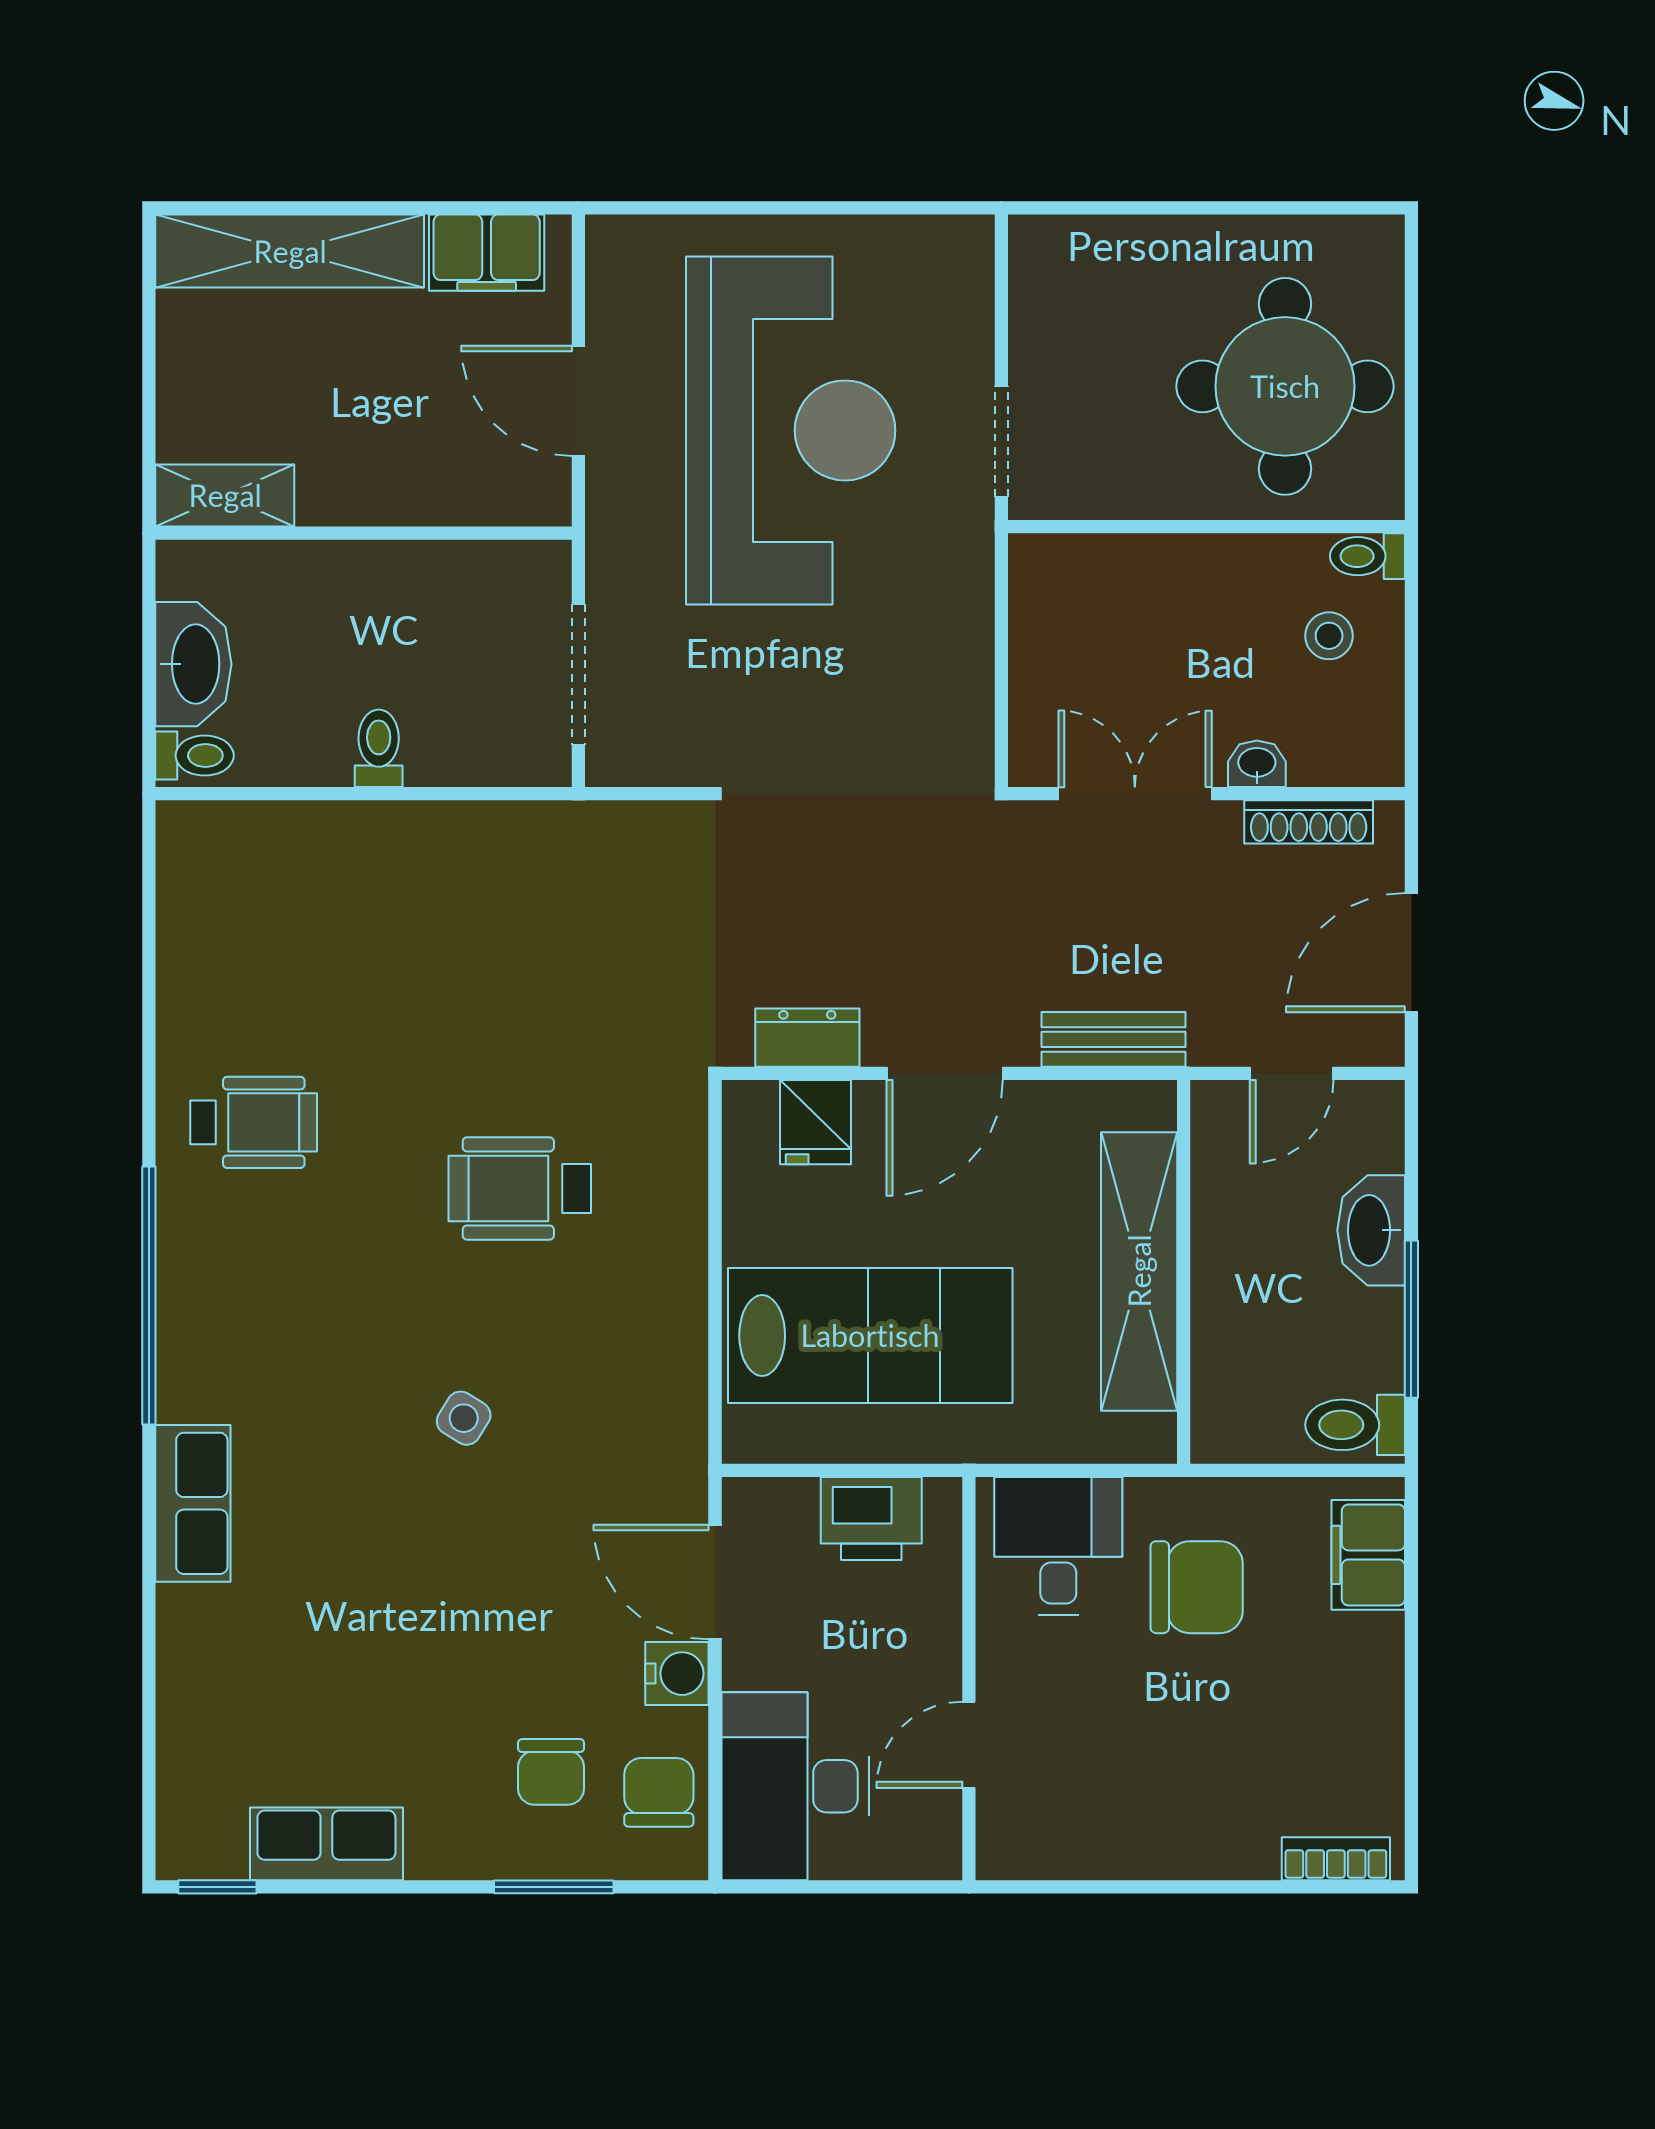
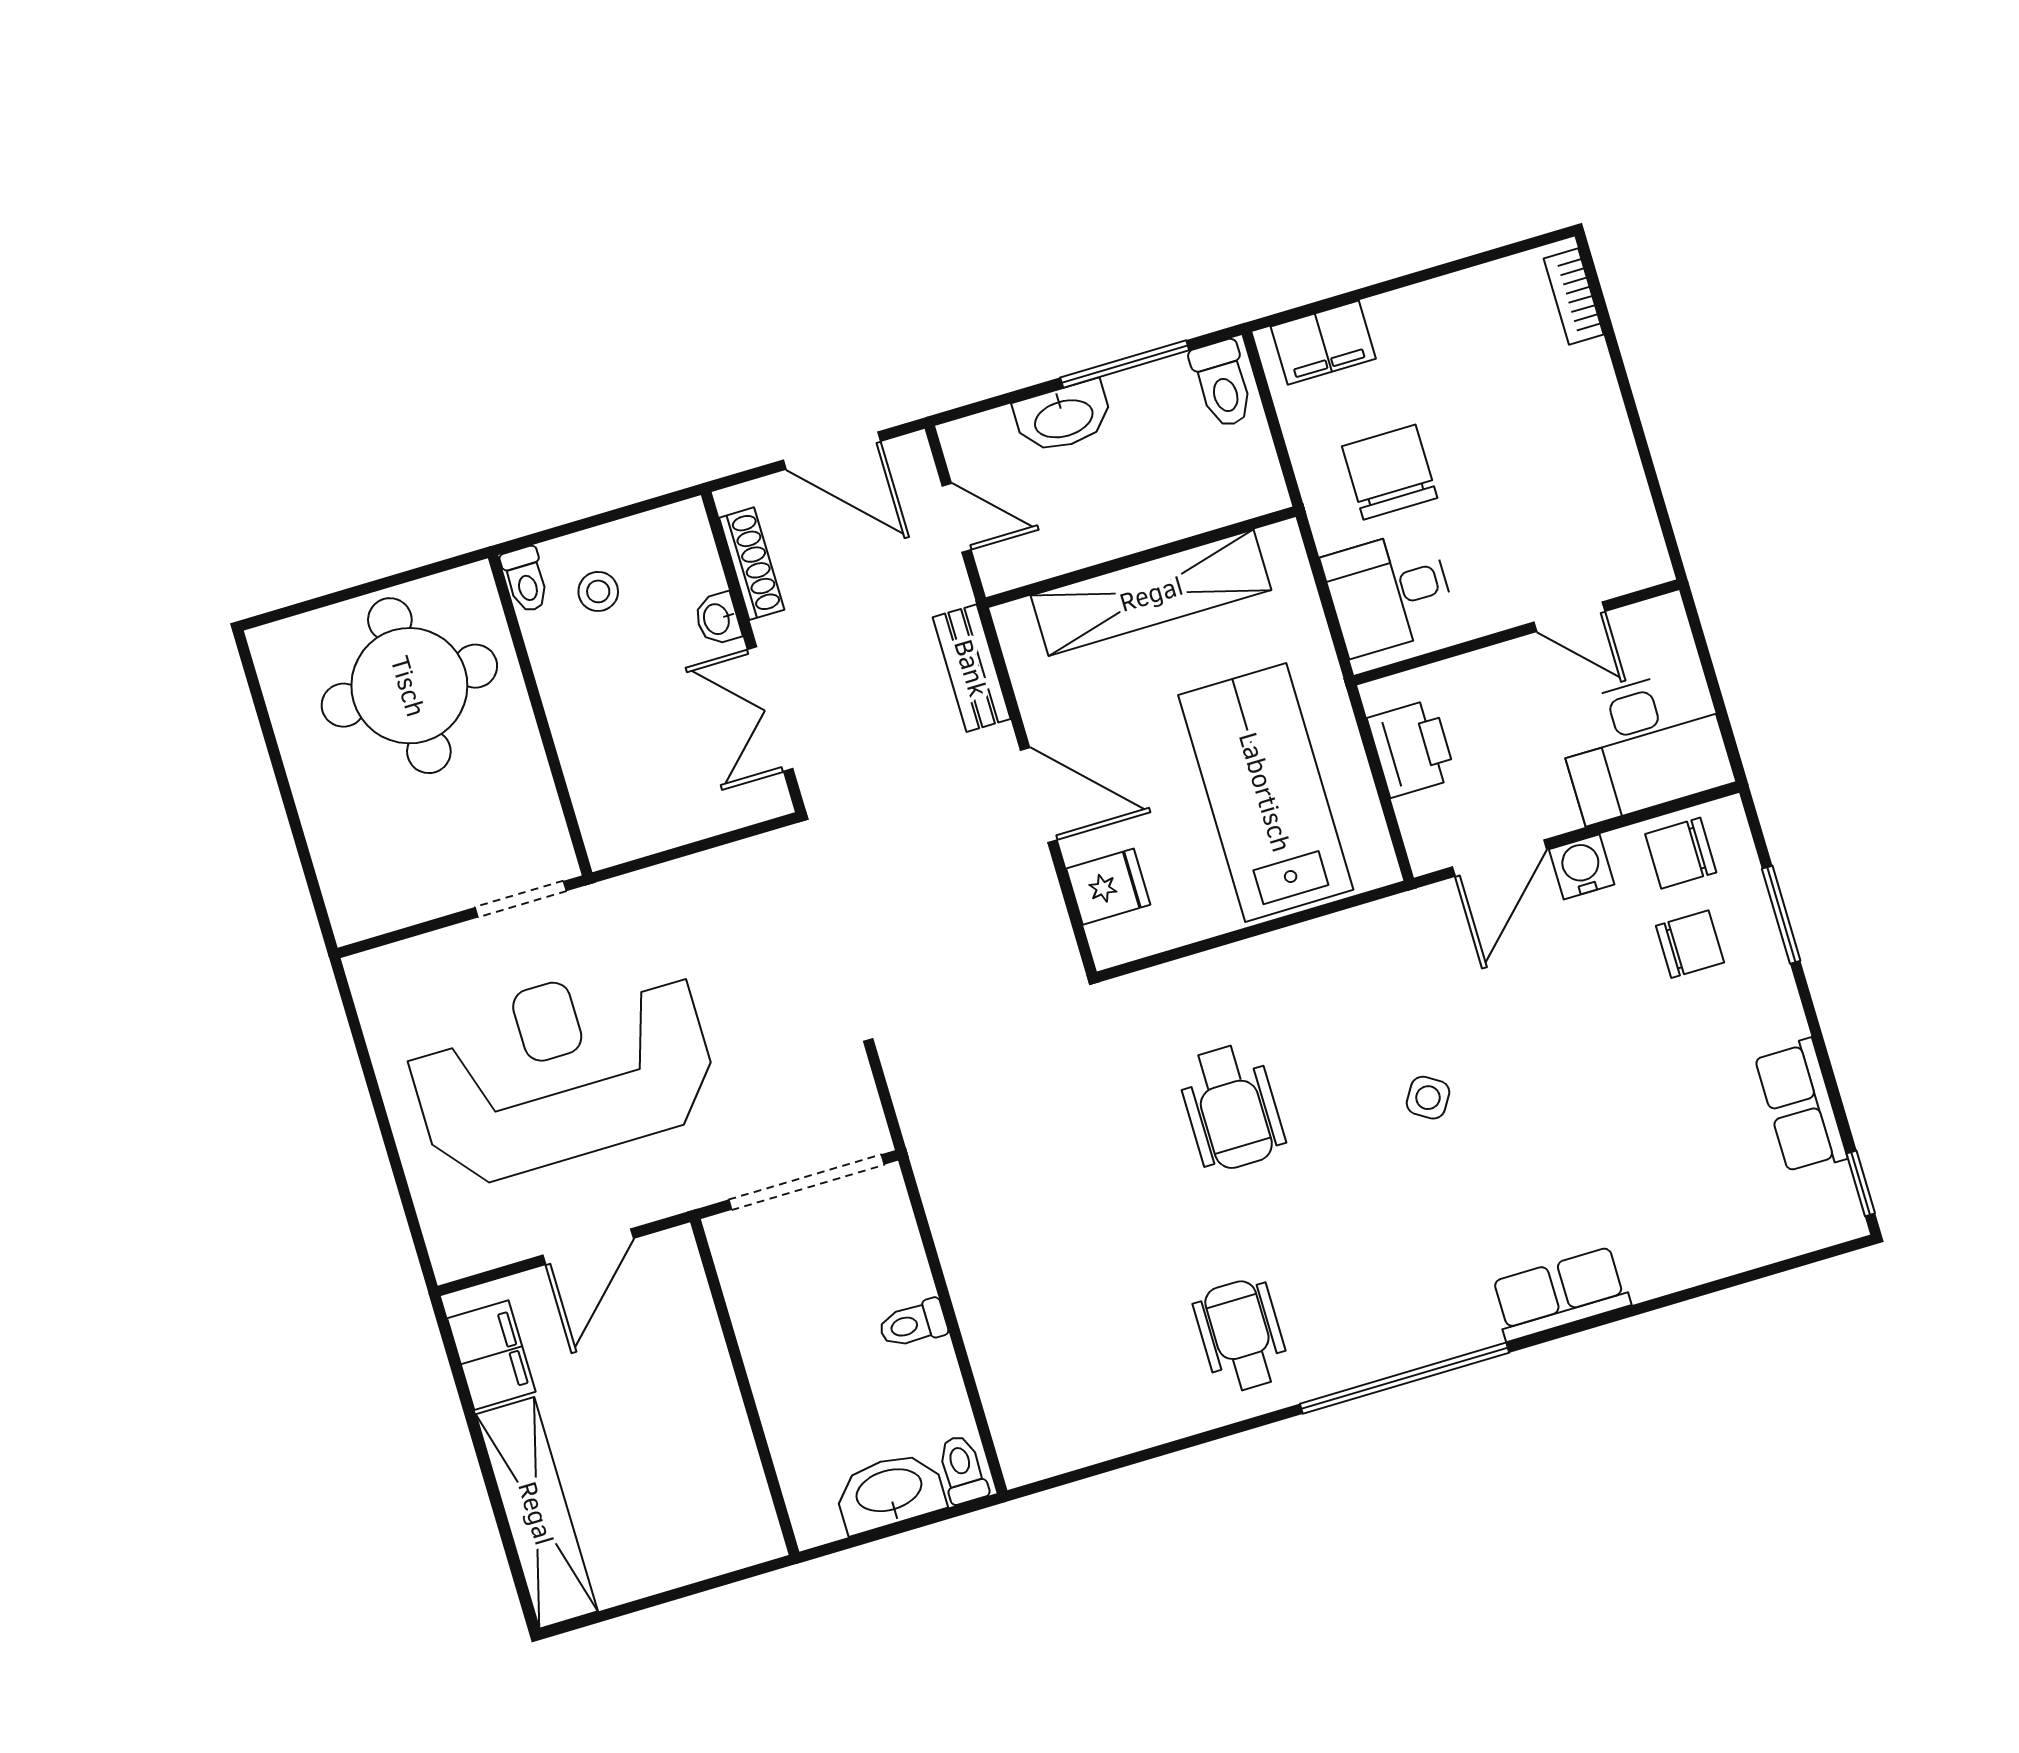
shelving: (225, 495) -> (747, 1507), removed
doorway: (578, 674) -> (807, 1182), width x1.36
dresser: (807, 1038) -> (1043, 913), removed

